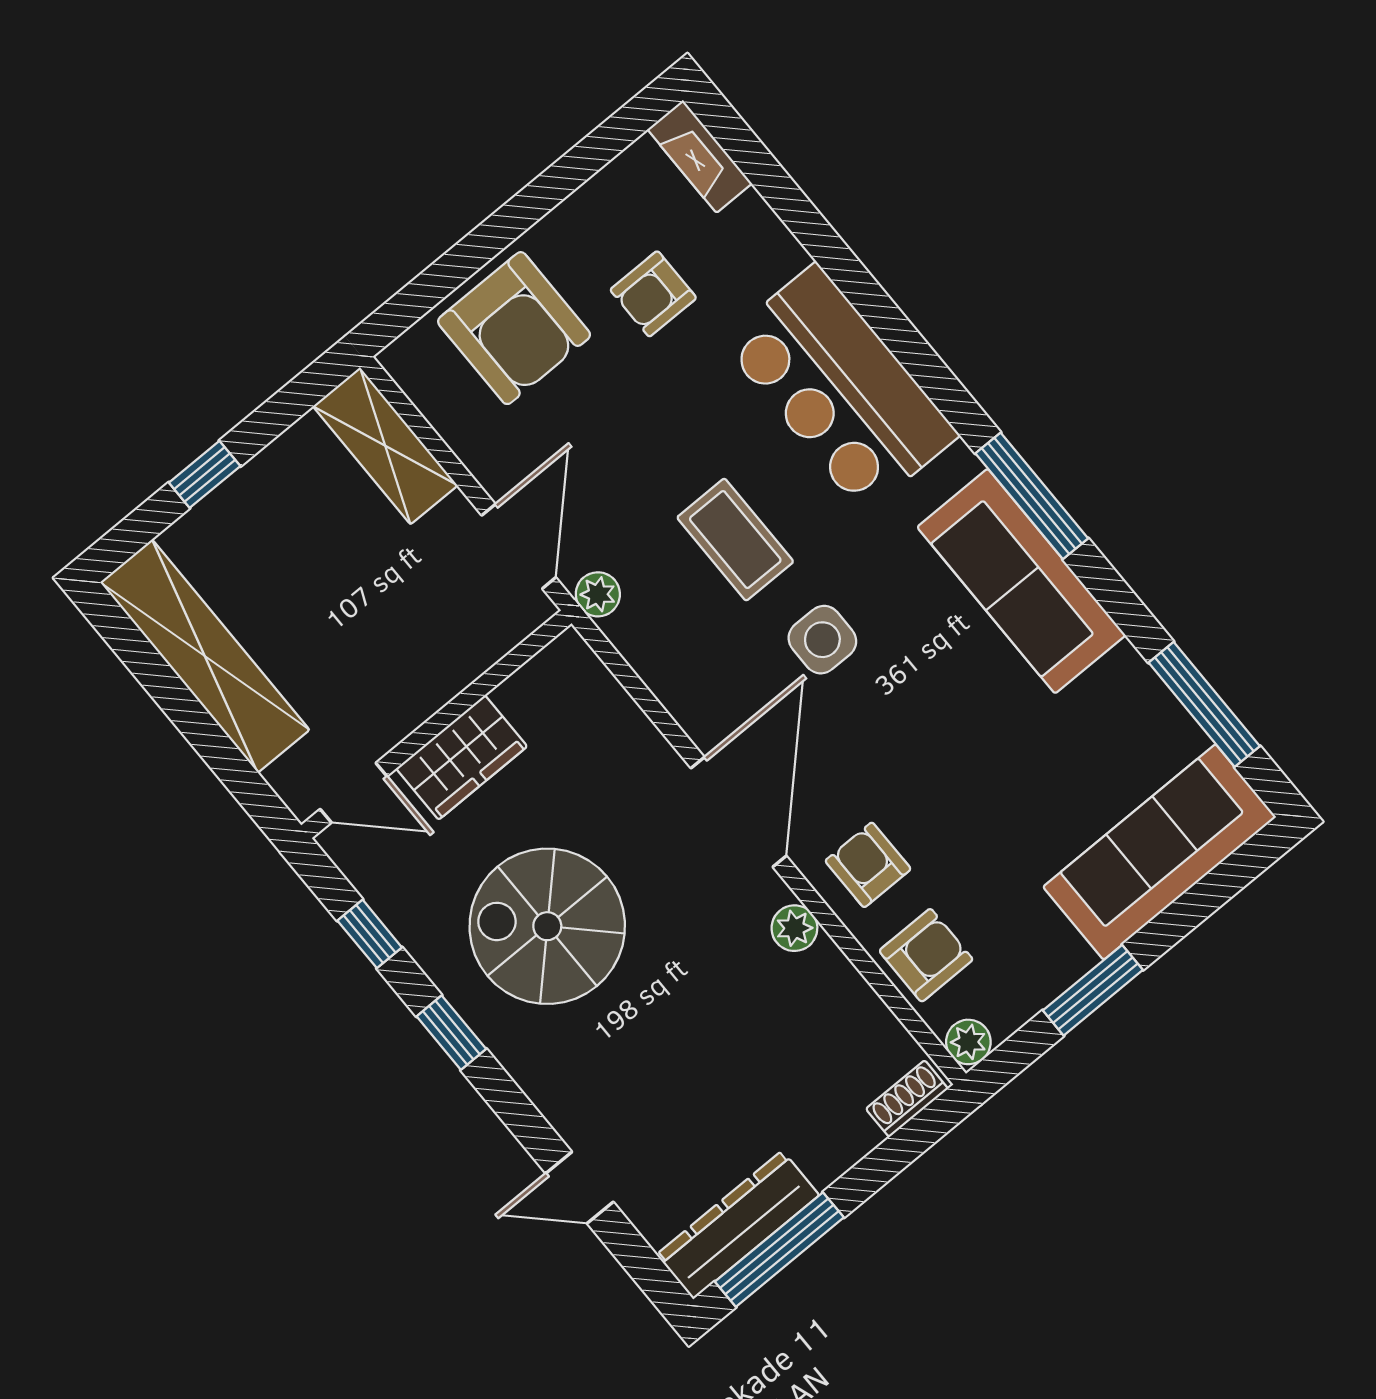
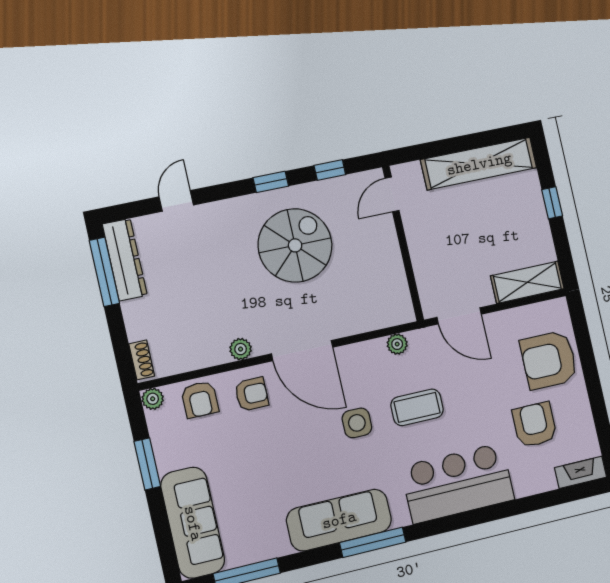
armchair: (653, 294) -> (535, 425), width x1.38, depth x1.38
plant: (598, 594) -> (397, 344), moved
wardrobe: (462, 757) -> (384, 247), removed

